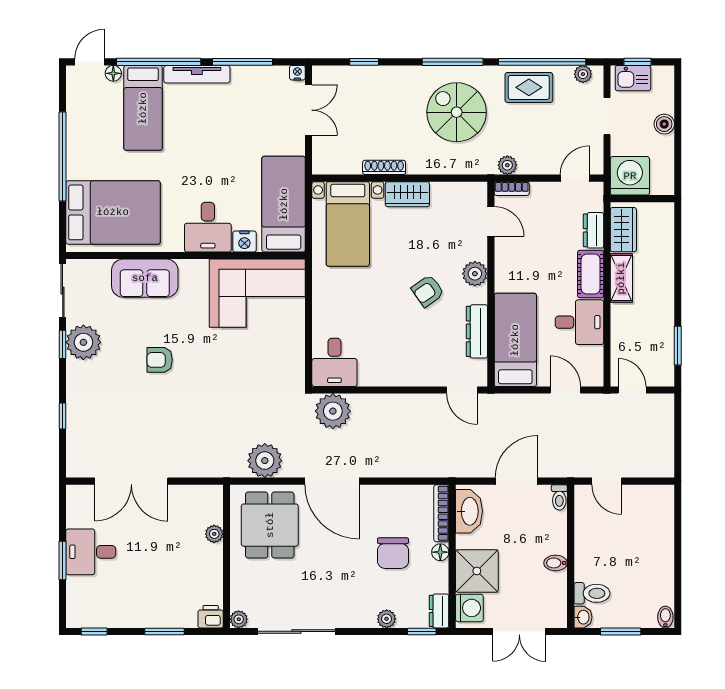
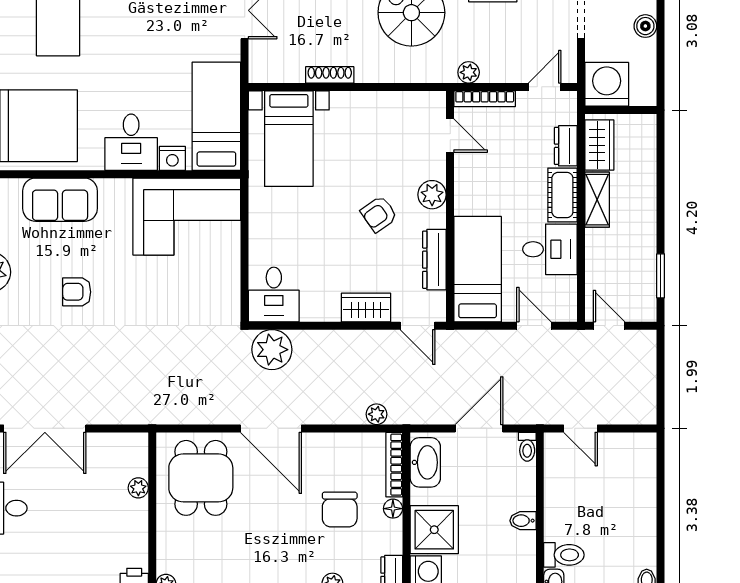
bookcase: (512, 189) -> (485, 99), width x1.56
wardrobe: (407, 194) -> (366, 308), moved, turned 180
plant: (265, 461) -> (376, 414), moved, width x0.53, depth x0.53

